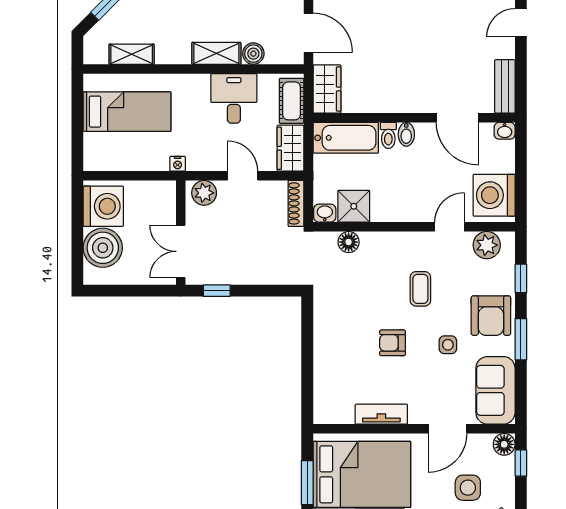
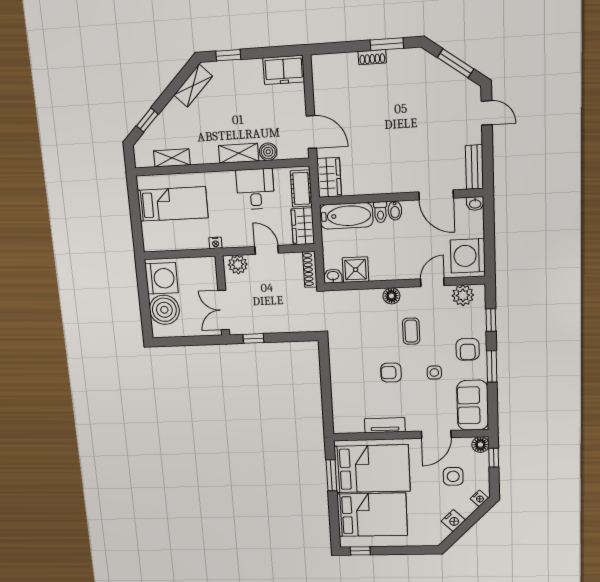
door: (521, 23) -> (487, 113), swing flipped
floor lamp: (349, 242) -> (391, 296), moved
armchair: (491, 316) -> (468, 349), width x0.72, depth x0.72

